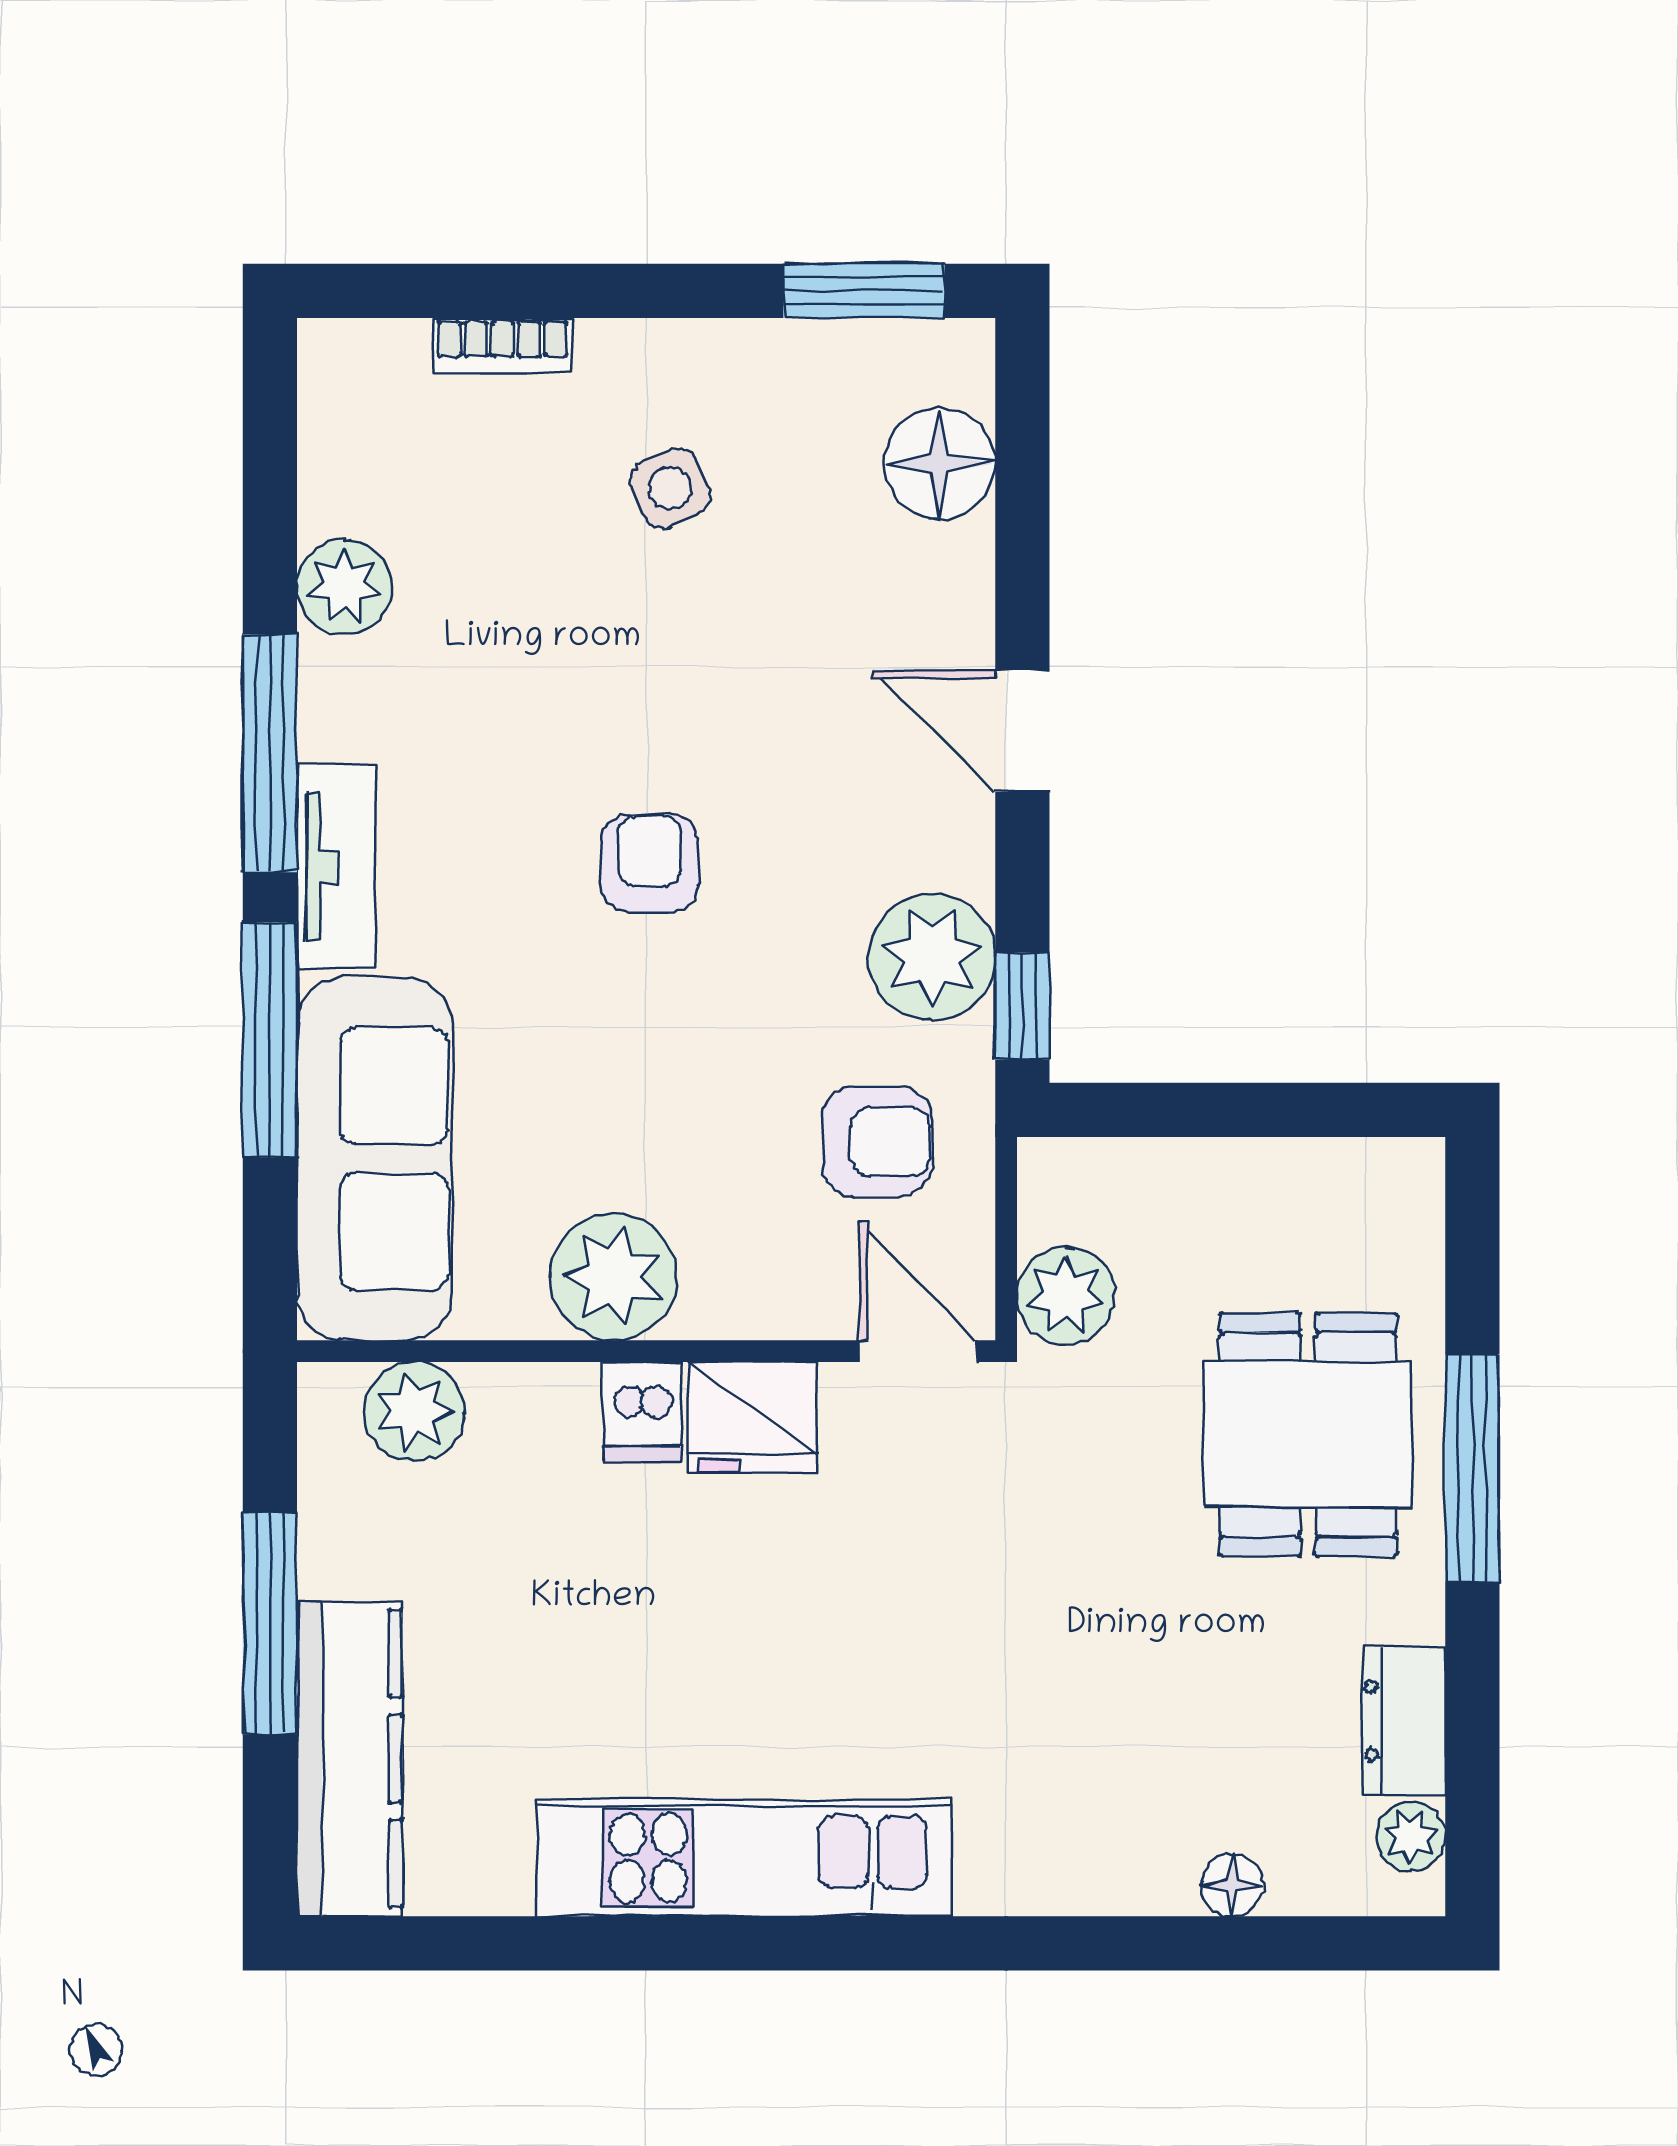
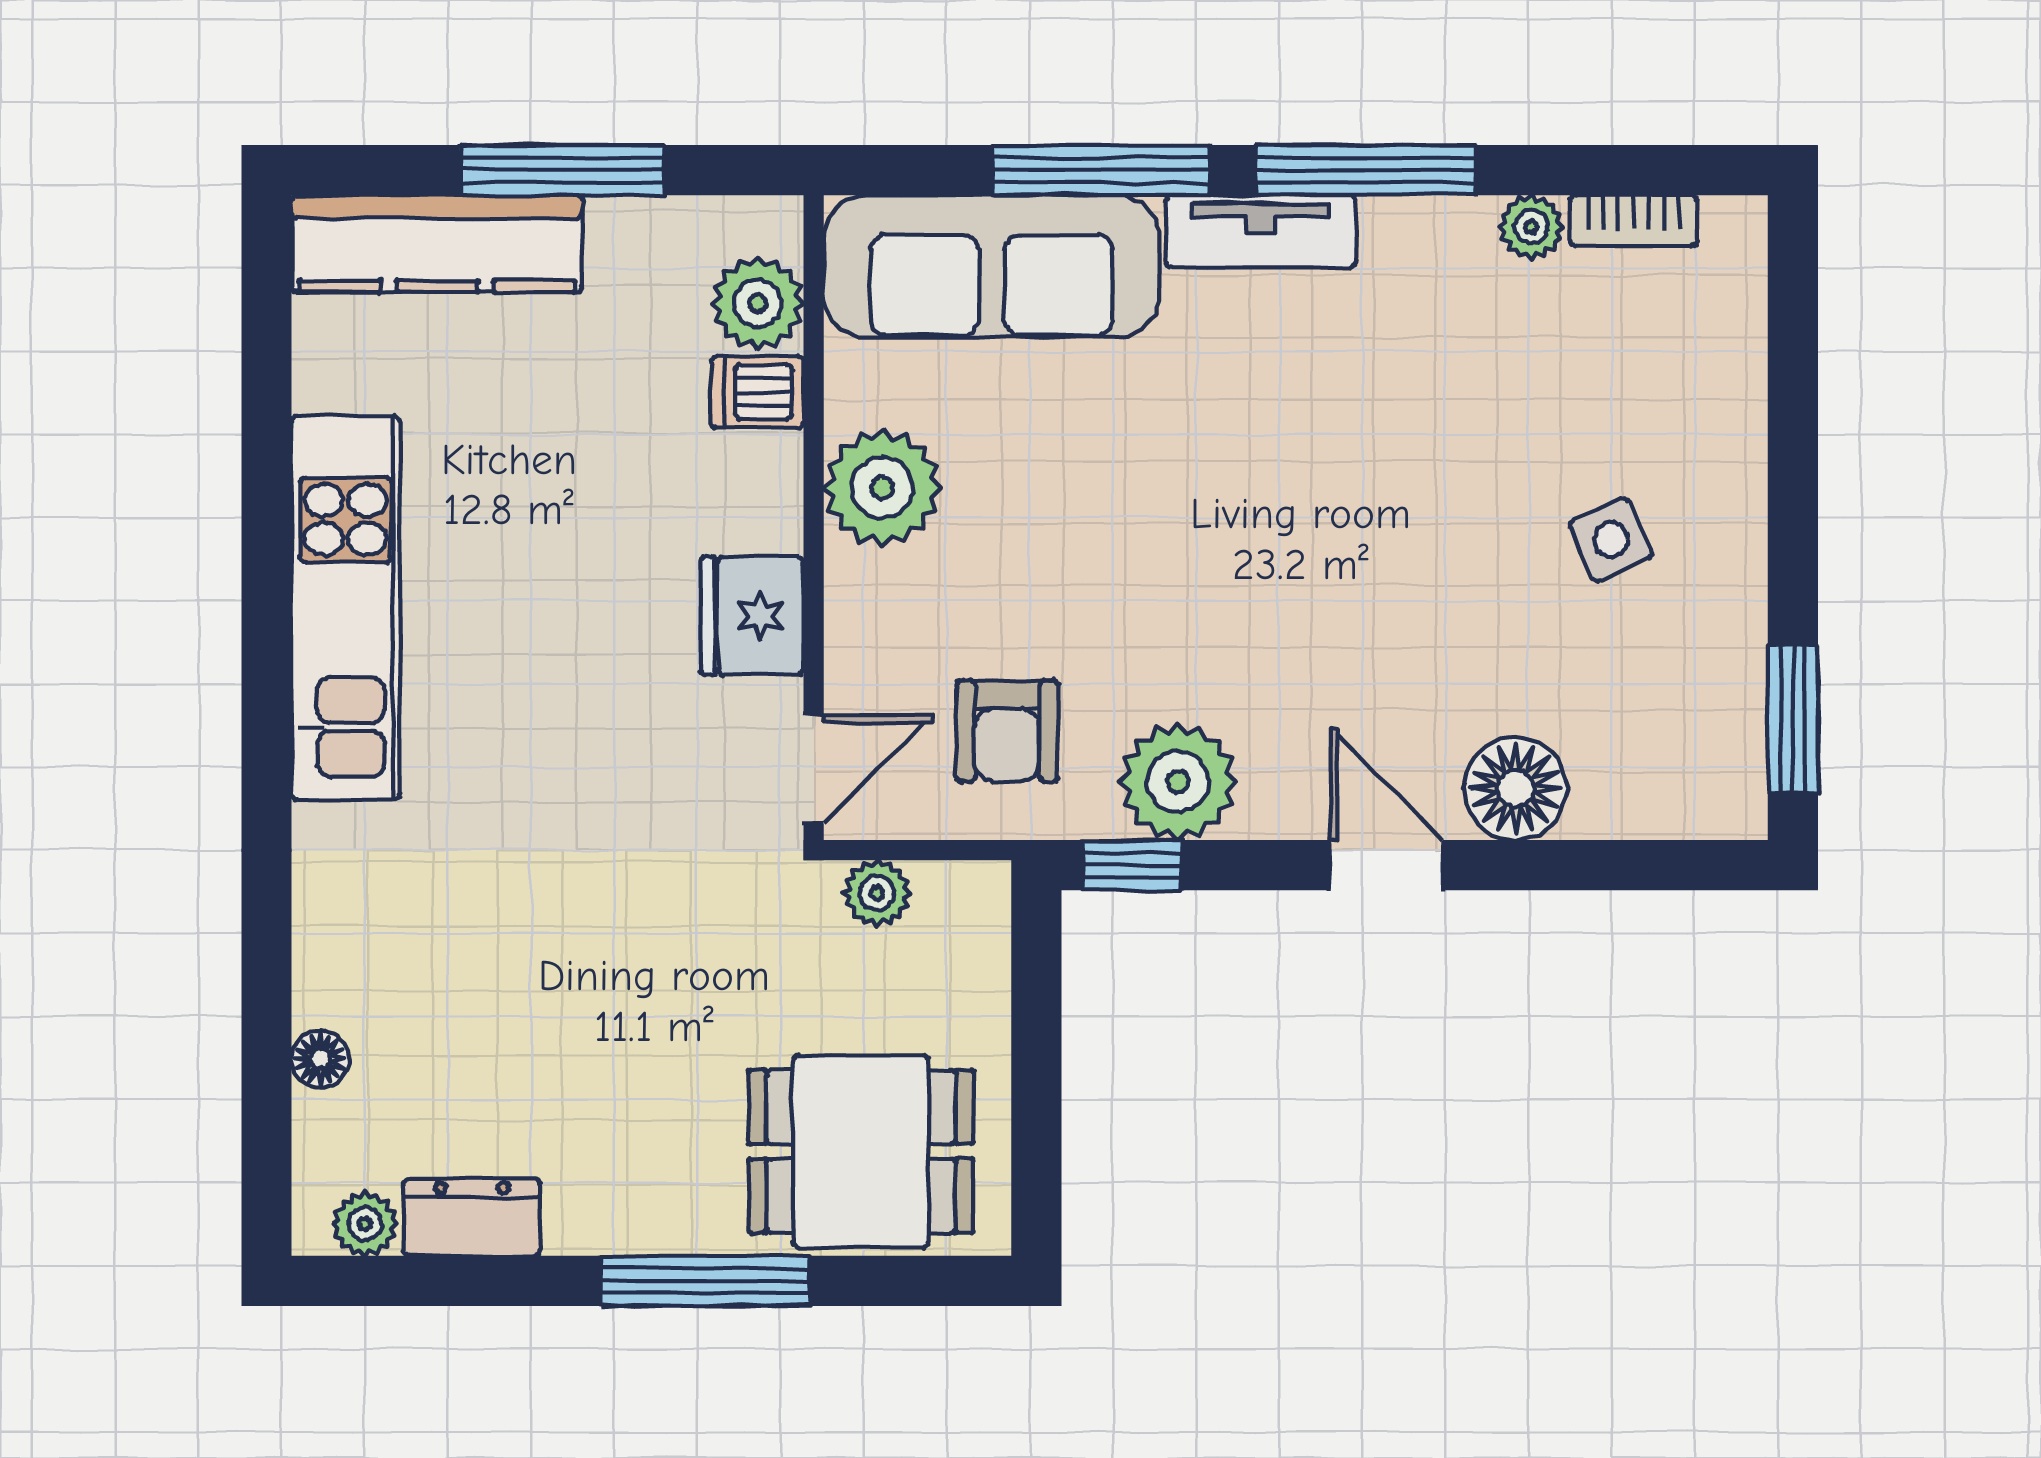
bookcase: (503, 346) -> (1634, 221), moved, turned -90
floor lamp: (940, 464) -> (1515, 789), moved
plant: (344, 587) -> (1531, 227), width x0.73, depth x0.73
door: (1022, 731) -> (1386, 865), hinge flipped
armchair: (649, 863) -> (1264, 521), removed
plant: (1066, 1296) -> (877, 893), width x0.73, depth x0.73
dishwasher: (642, 1412) -> (757, 392), moved
dining table: (1308, 1435) -> (861, 1151), moved

